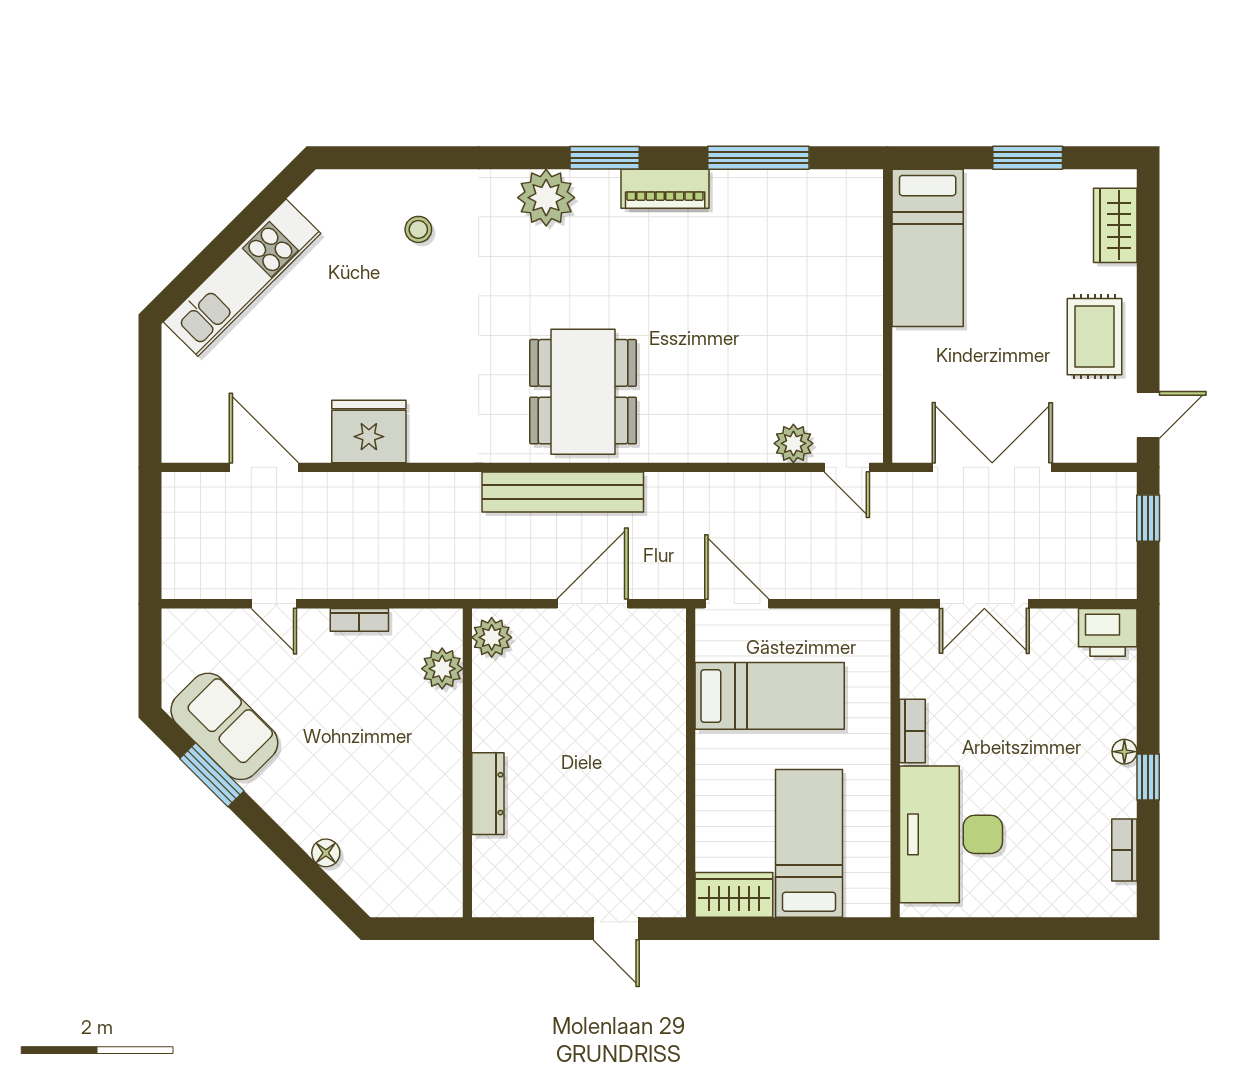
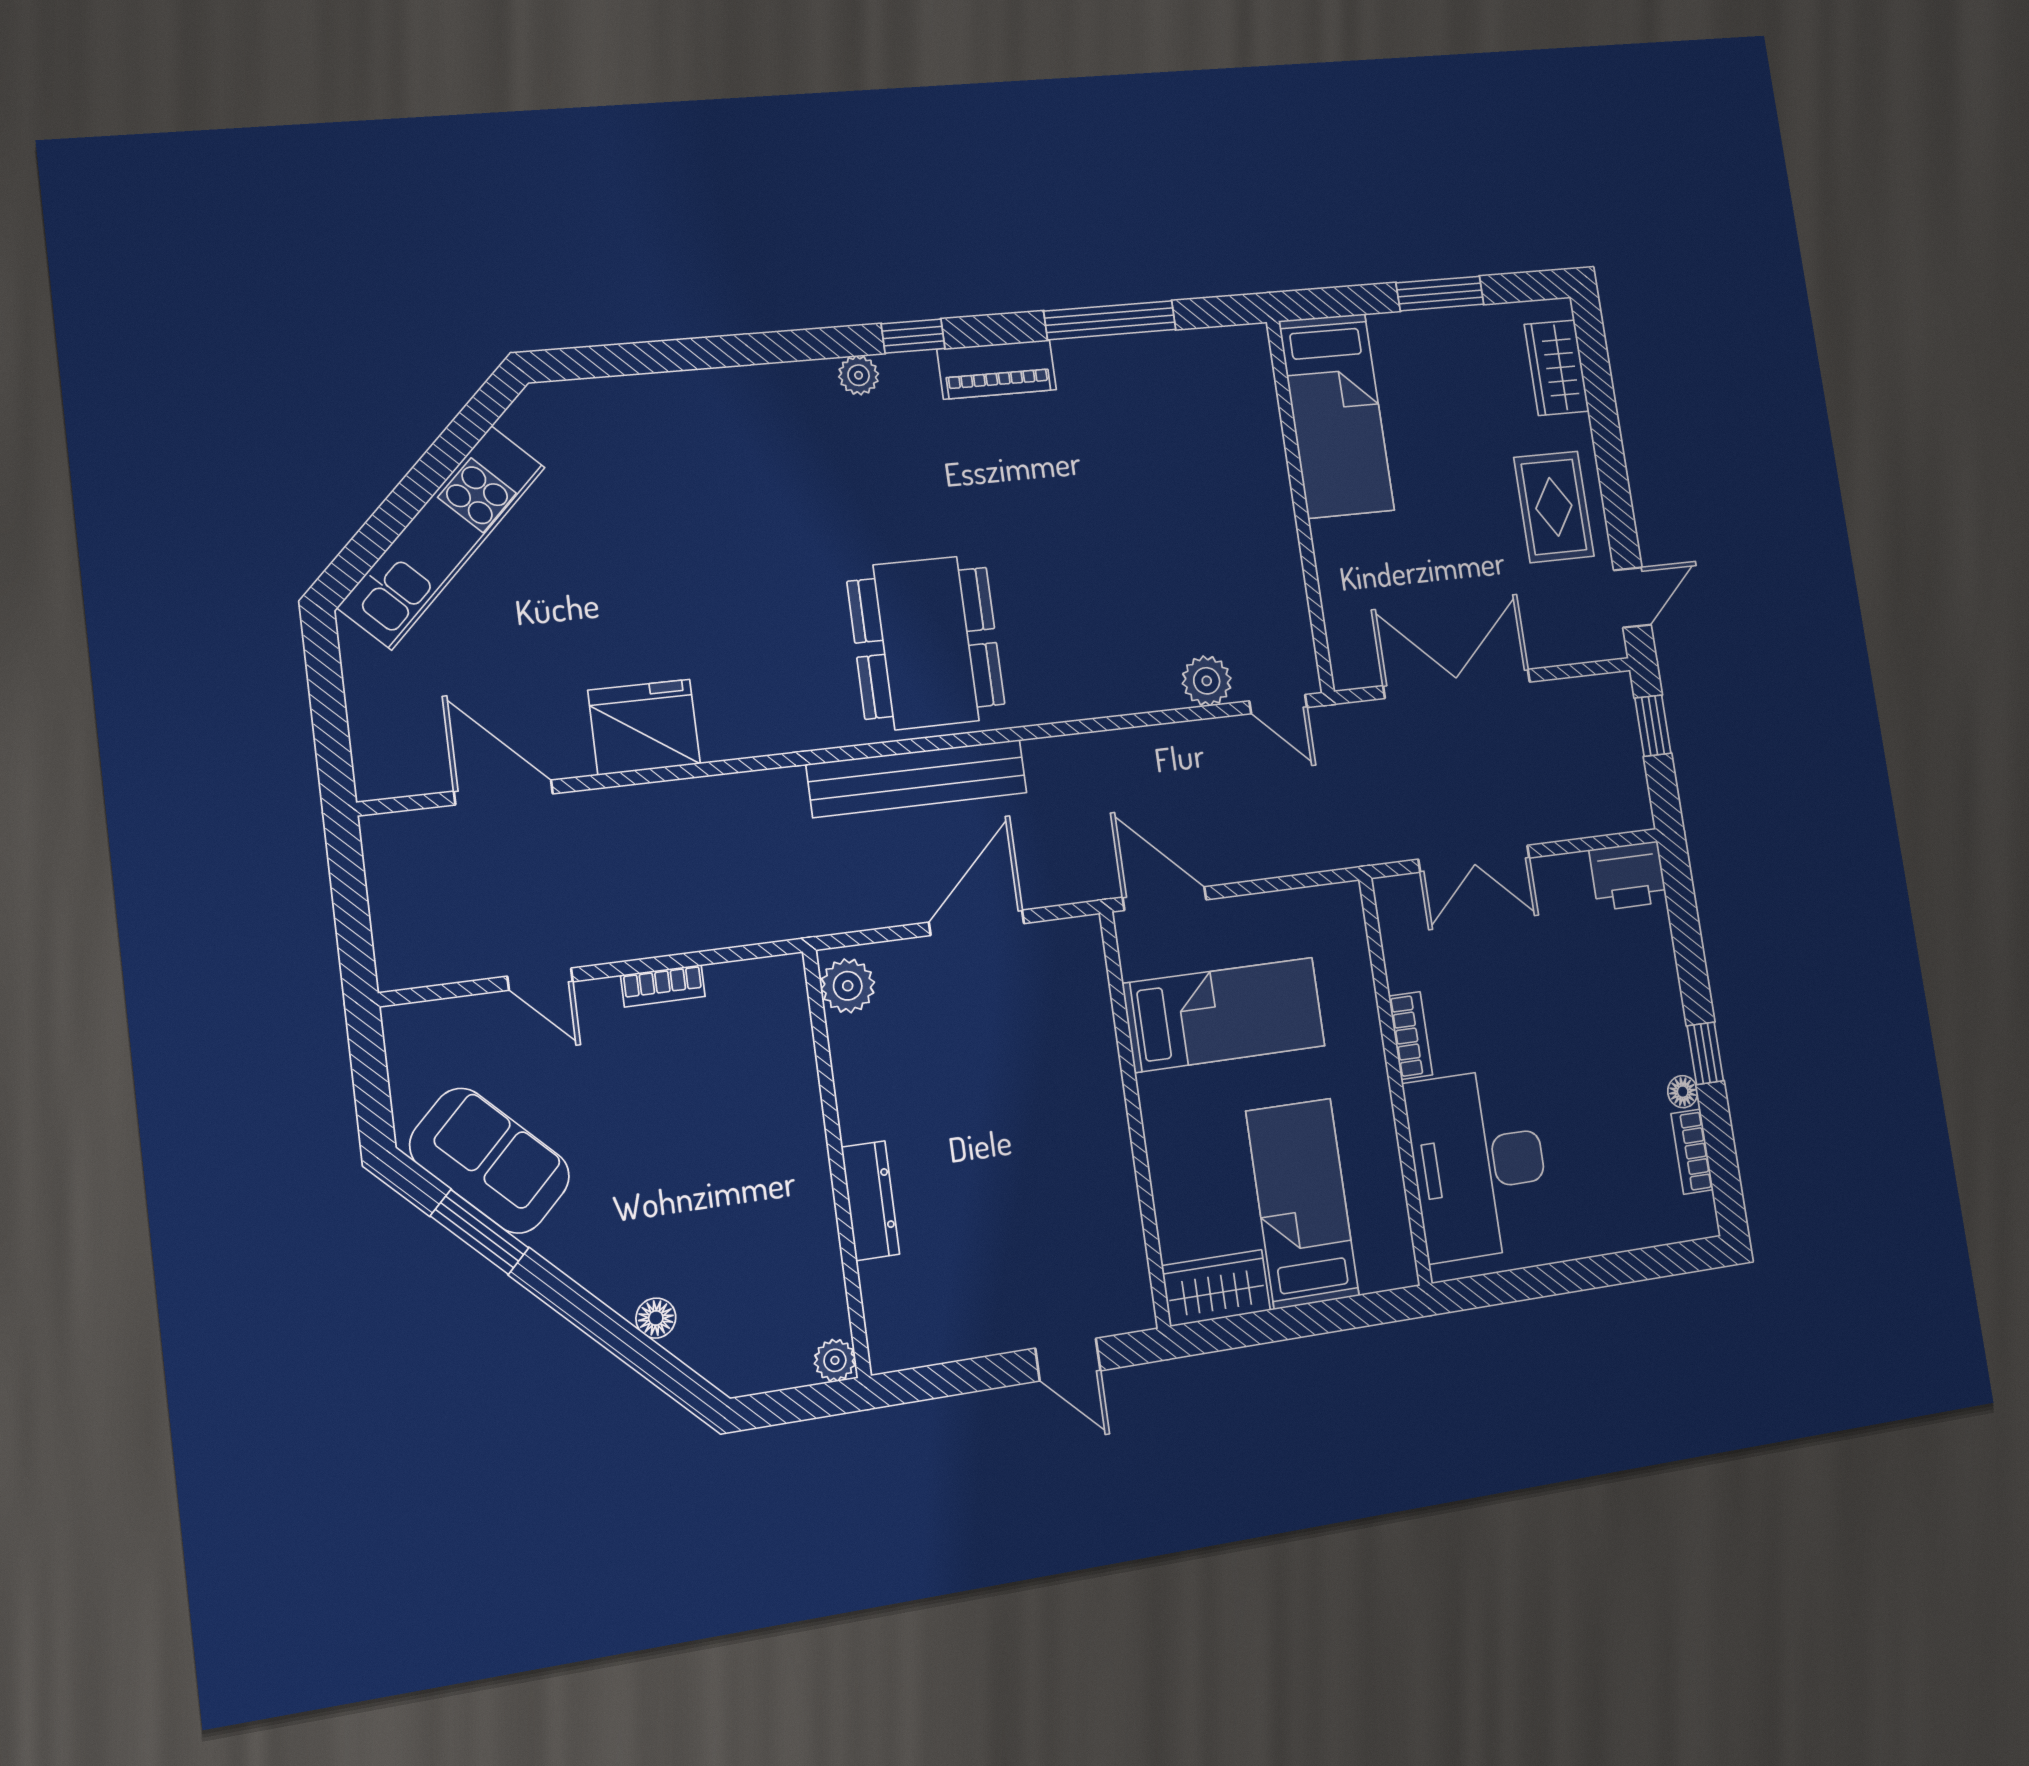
window: (605, 158) -> (913, 336), width x0.67
plant: (546, 198) -> (859, 375), width x0.53, depth x0.53
stool: (418, 229) -> (678, 450), removed
plant: (442, 669) -> (835, 1360), moved, width x0.73, depth x0.73
floor lamp: (1124, 752) -> (1683, 1092), moved

